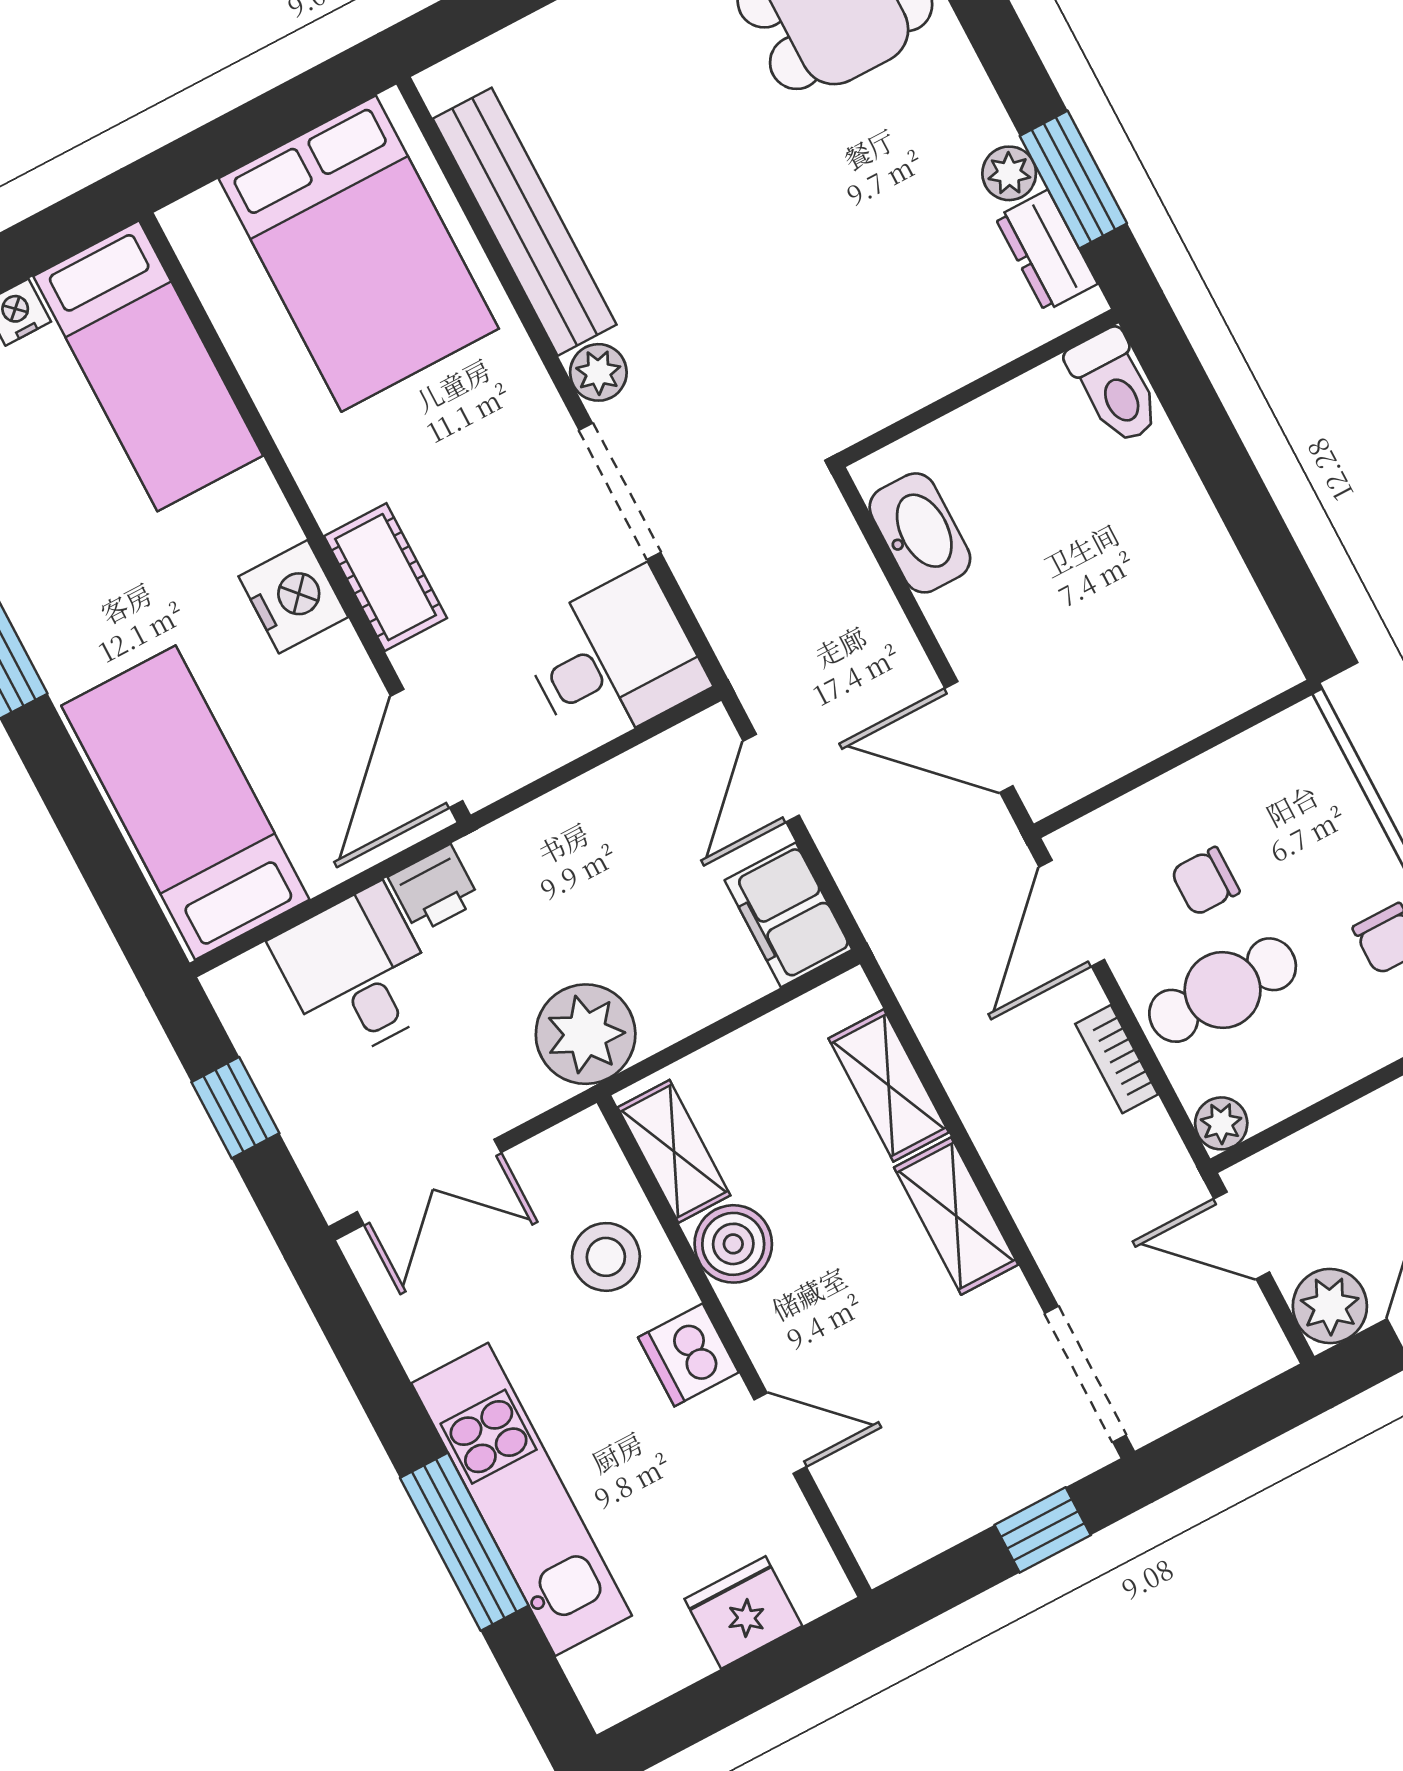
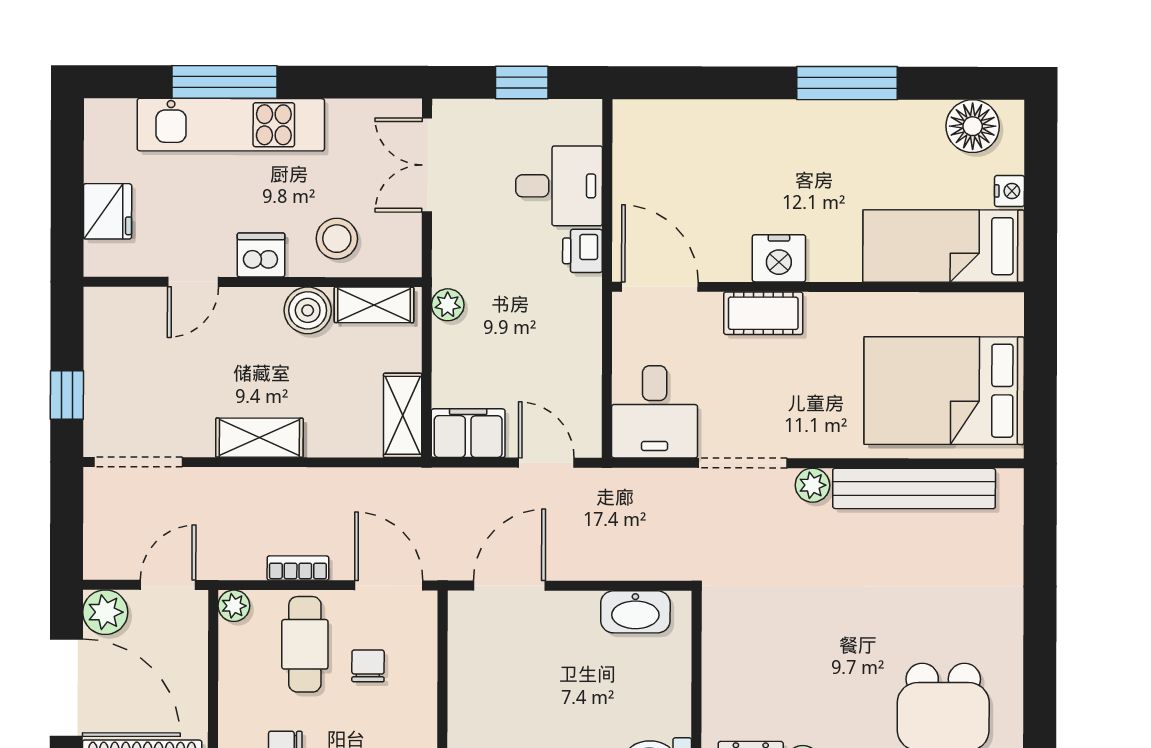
bed: (185, 803) -> (699, 142), removed
plant: (586, 1034) -> (448, 305), width x0.53, depth x0.53
shelving: (889, 1085) -> (403, 415), moved, turned 90

